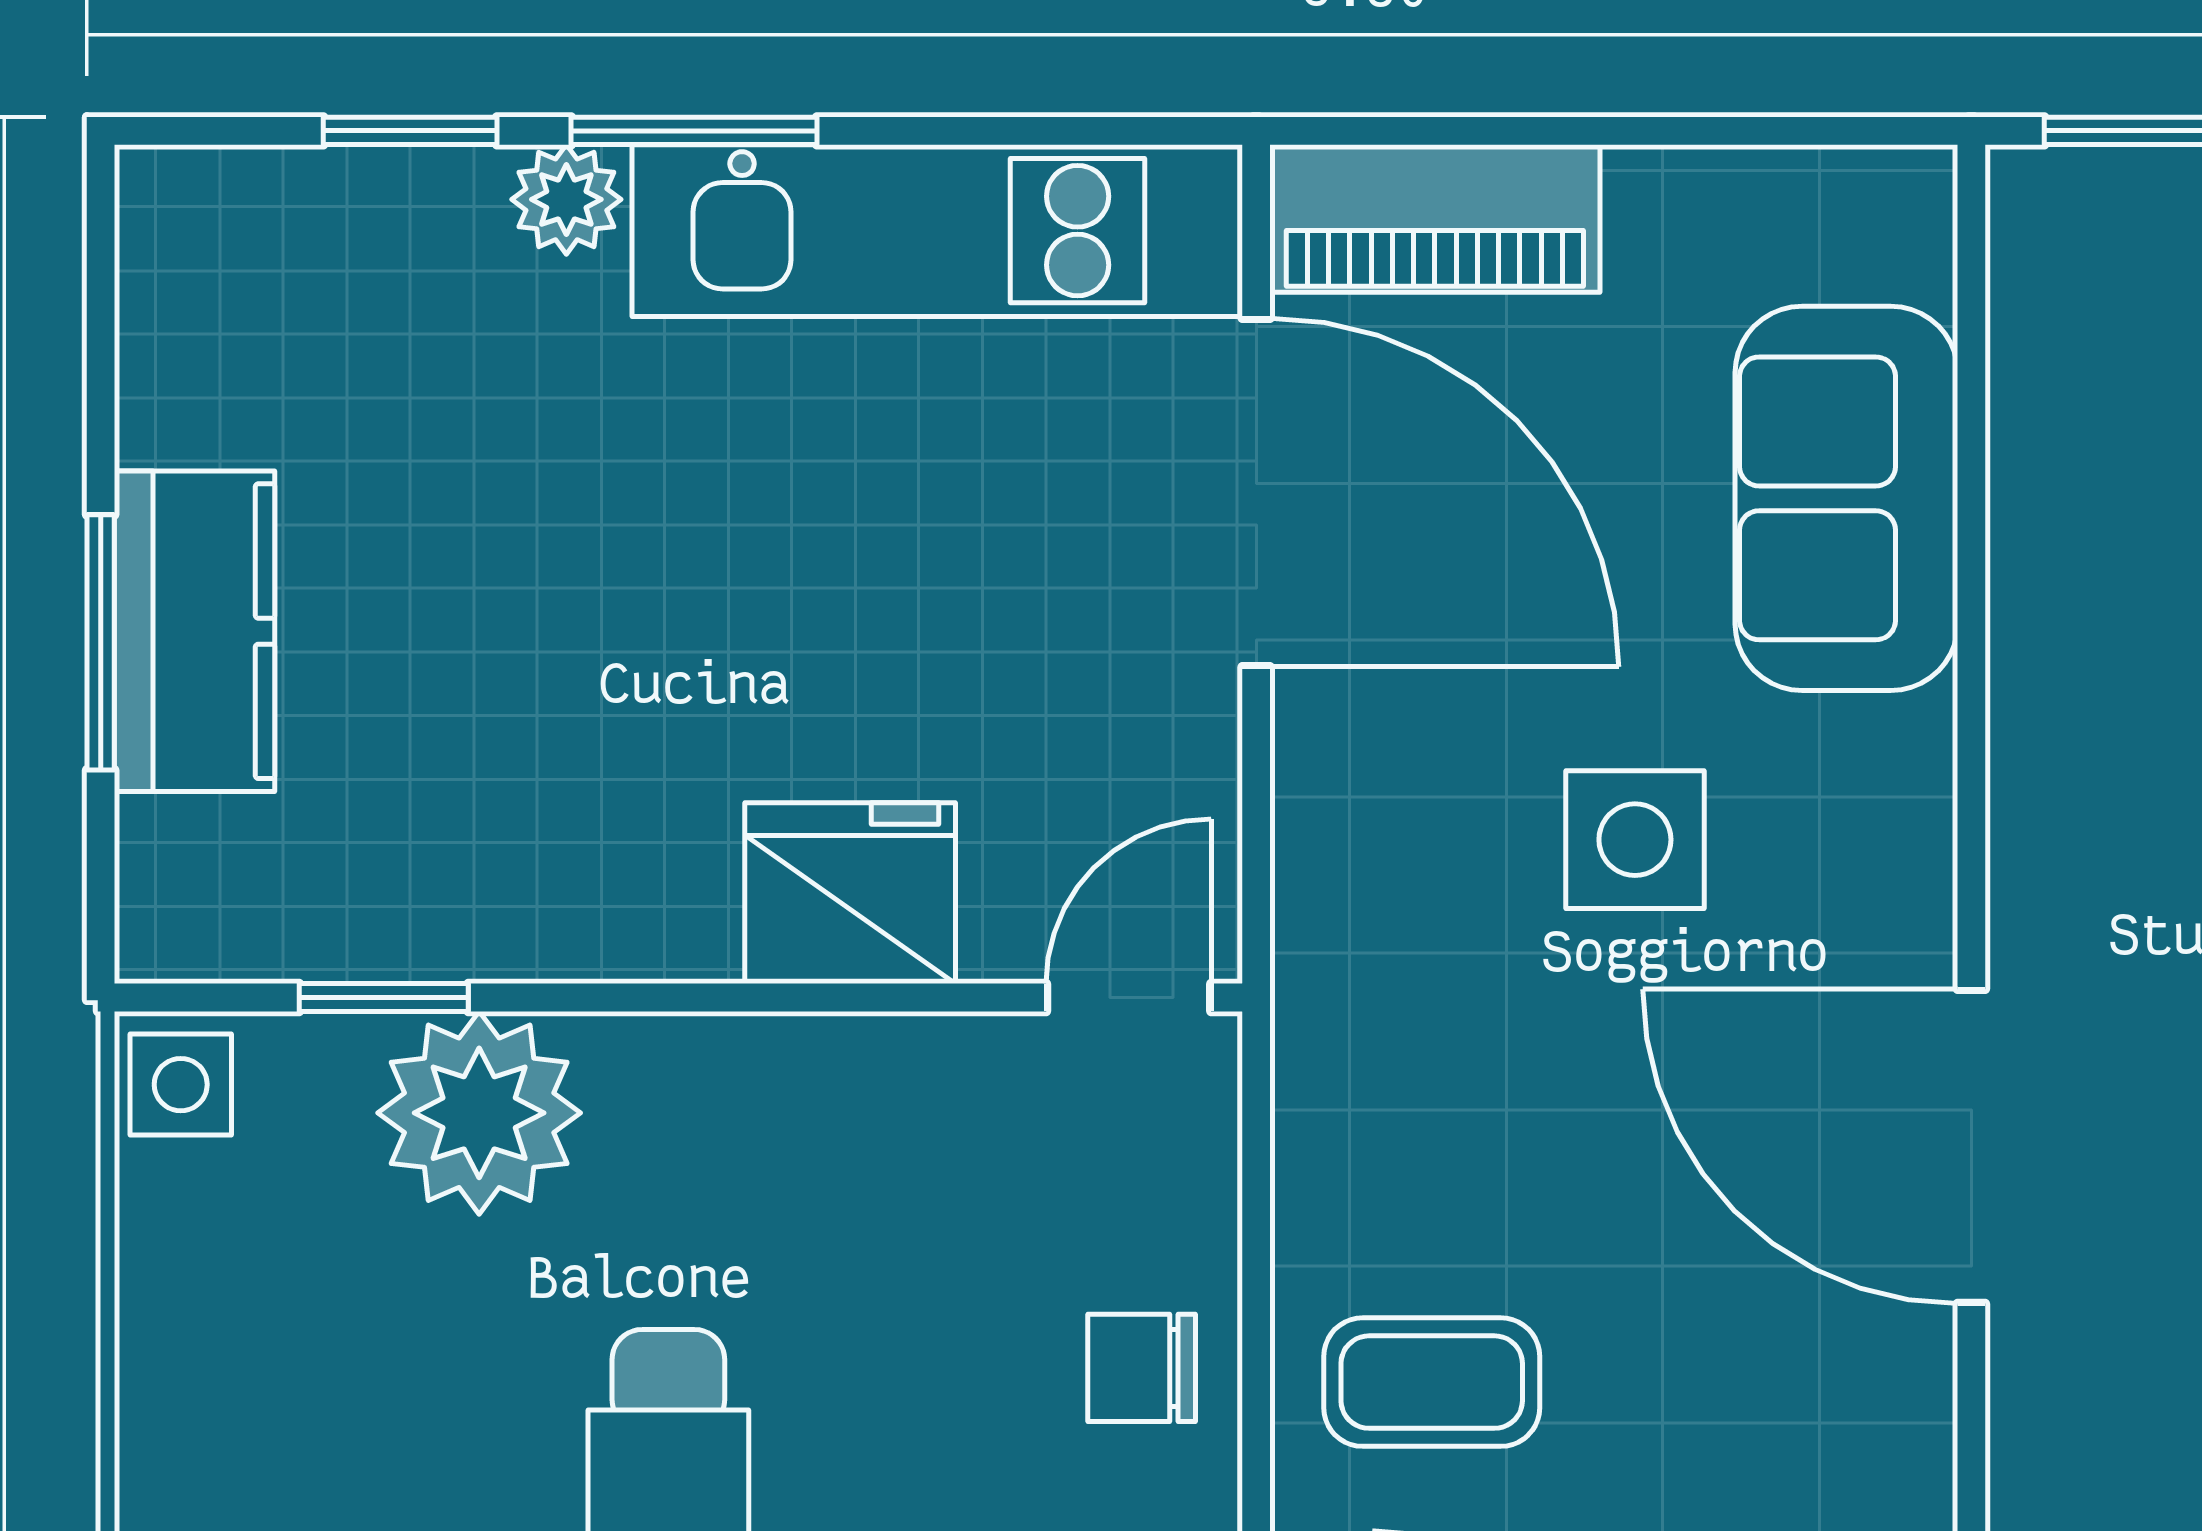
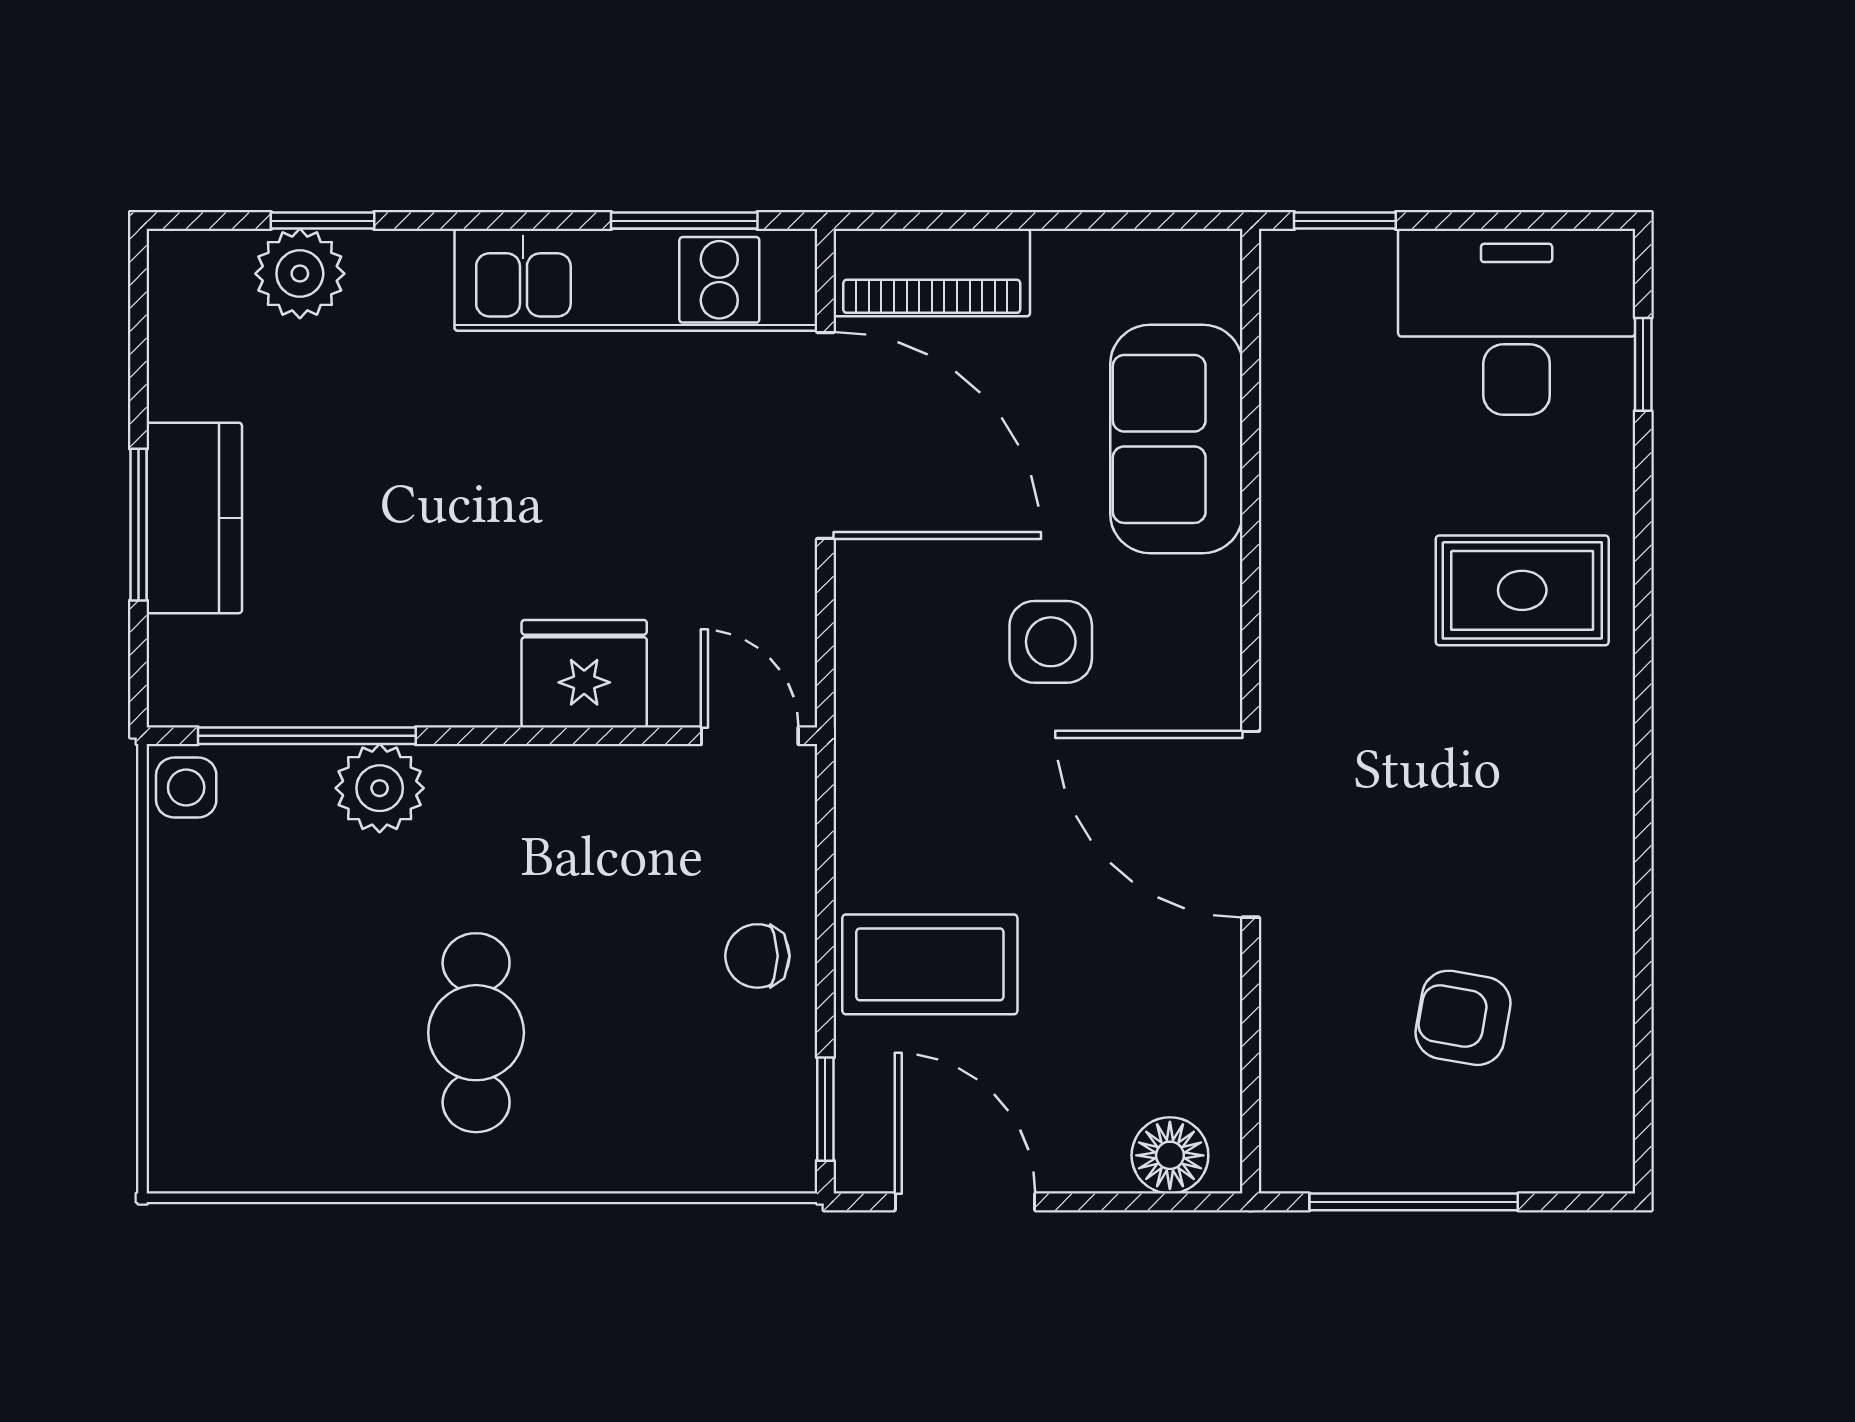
window: (694, 131) -> (684, 221), moved
plant: (566, 199) -> (300, 274), moved, width x1.38, depth x1.38
window: (384, 997) -> (307, 736), width x2.17
door: (1129, 997) -> (750, 736), hinge flipped
plant: (479, 1113) -> (380, 788), width x0.73, depth x0.73
coffee table: (1432, 1382) -> (930, 964), width x1.36, depth x1.30

